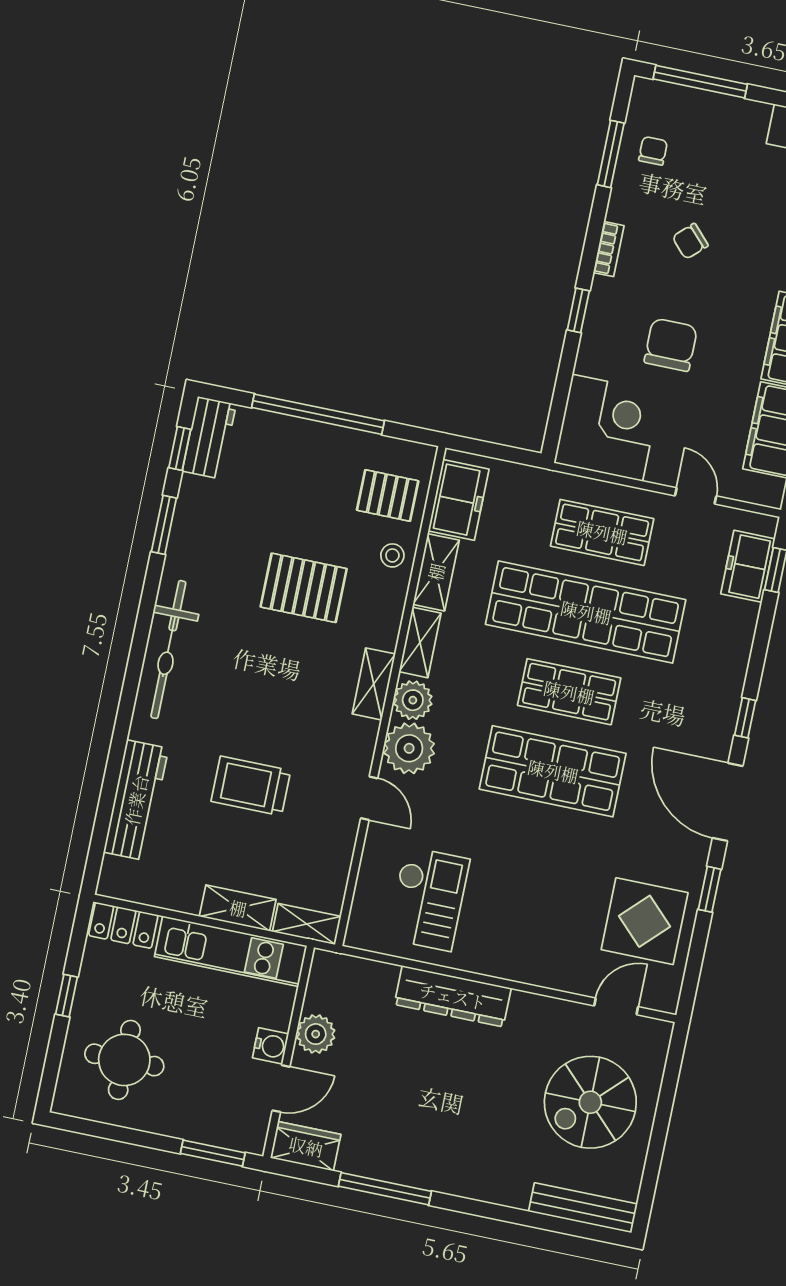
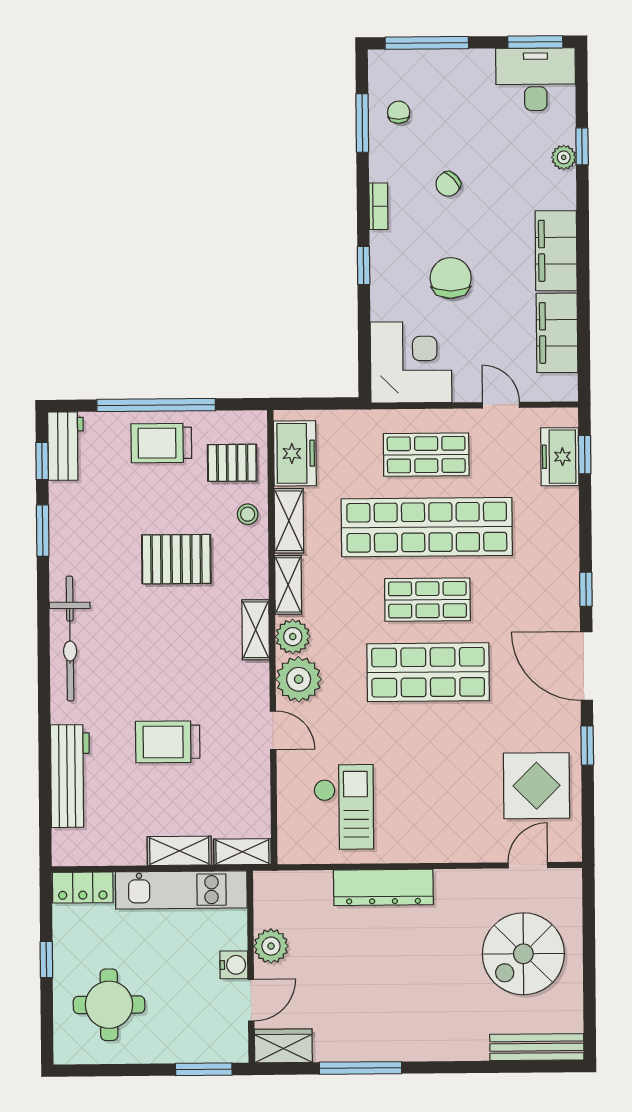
trolley: (315, 457) -> (161, 443), added

